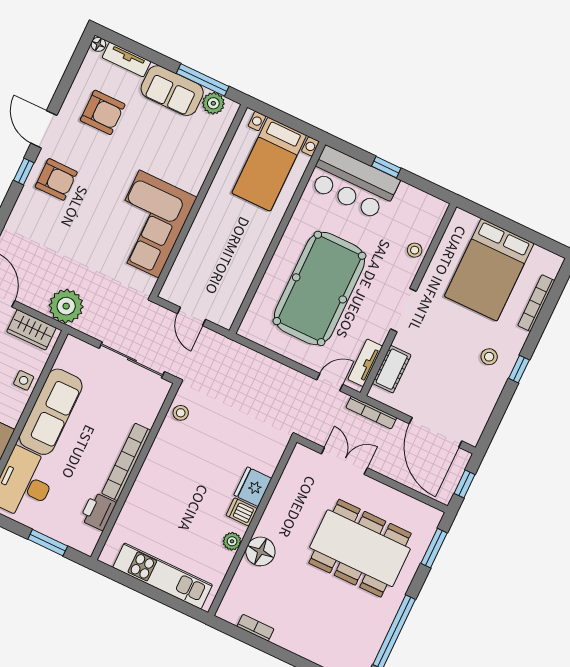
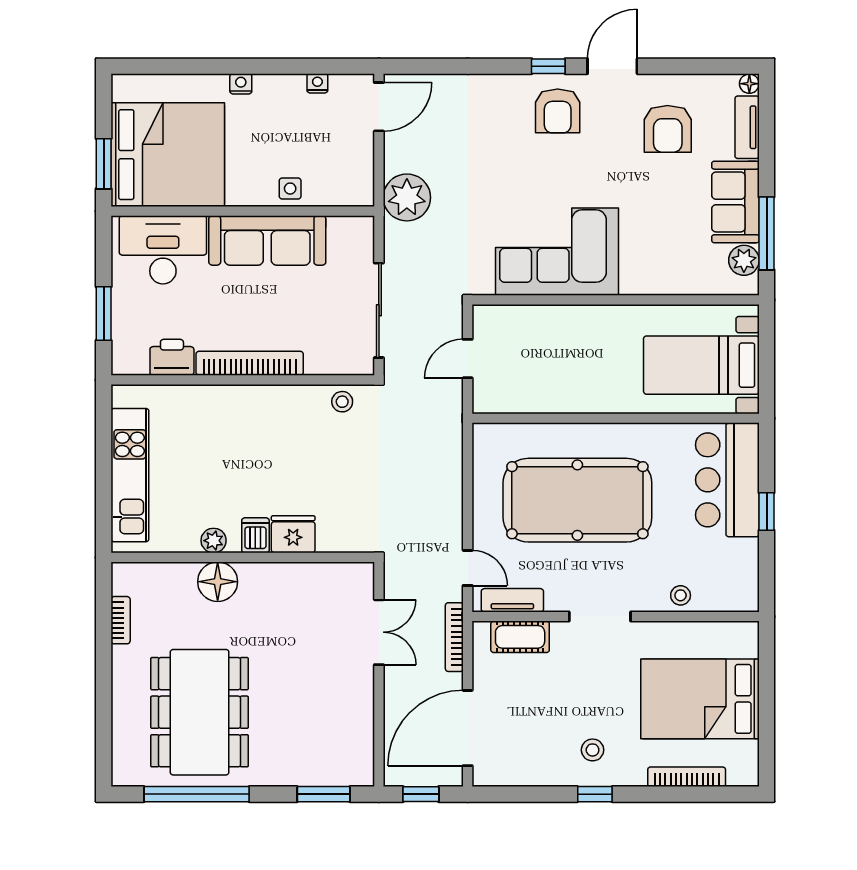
wardrobe: (31, 330) -> (357, 168), removed
dining table: (360, 548) -> (200, 712), moved

